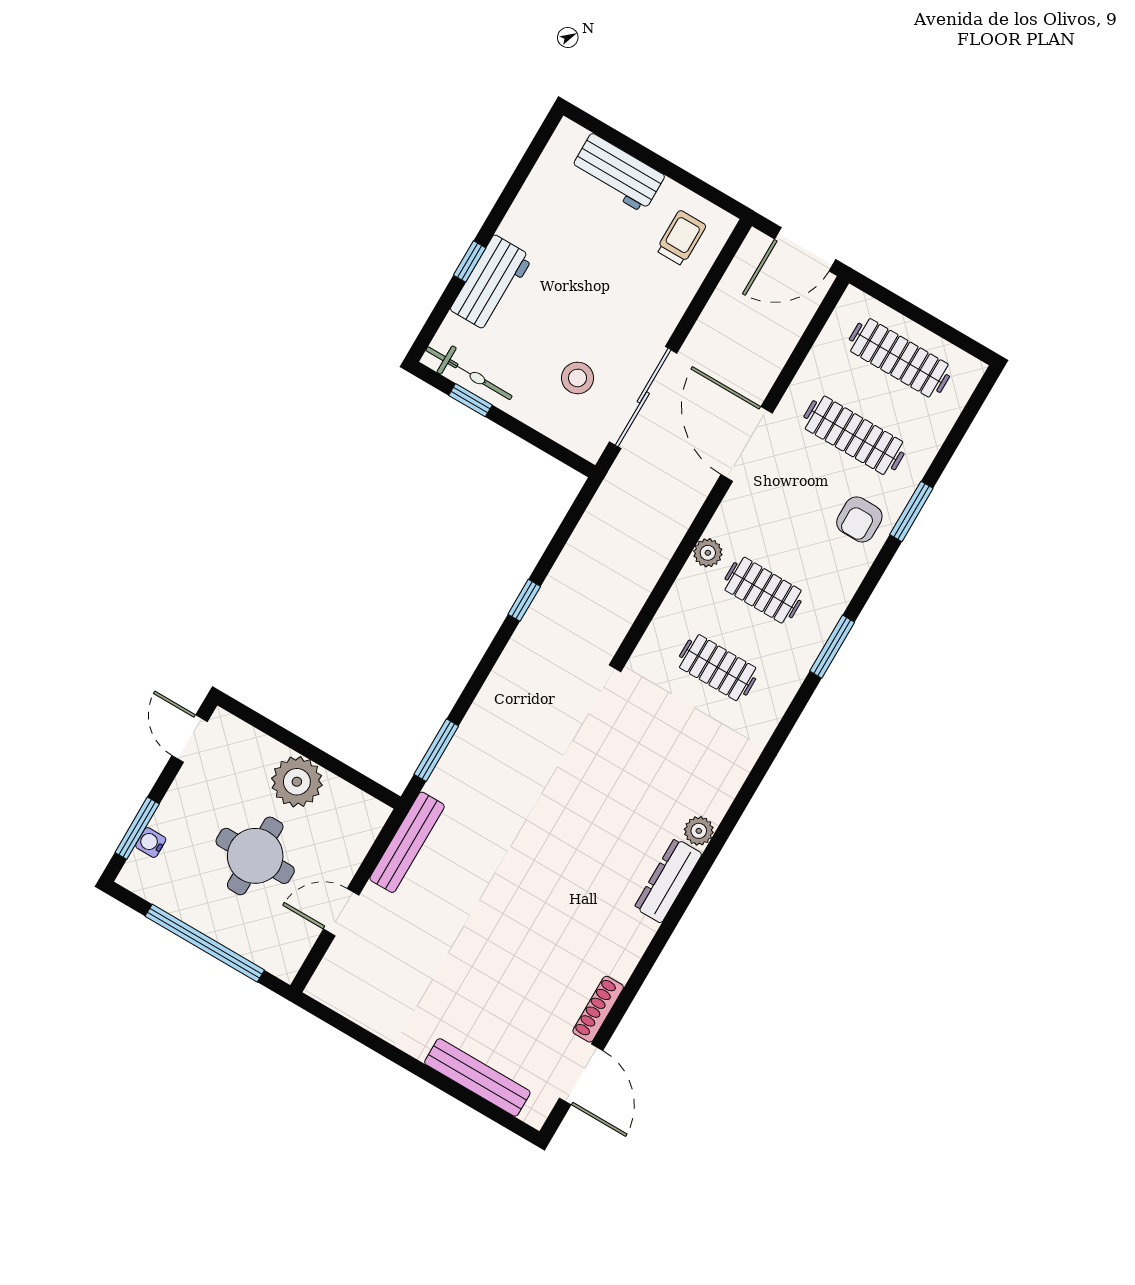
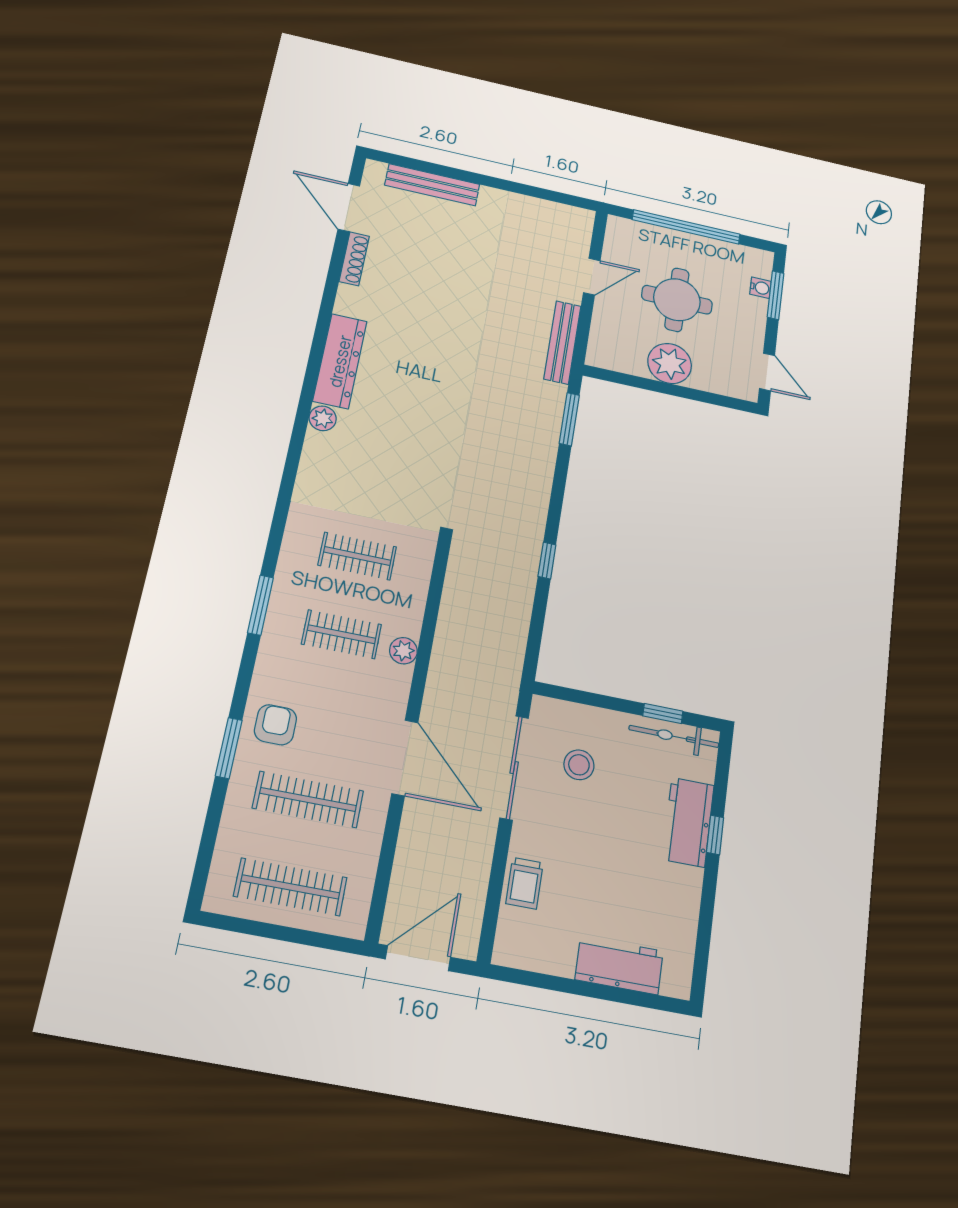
trolley: (681, 238) -> (524, 883), moved
dresser: (668, 881) -> (340, 361), width x1.37, depth x1.24

